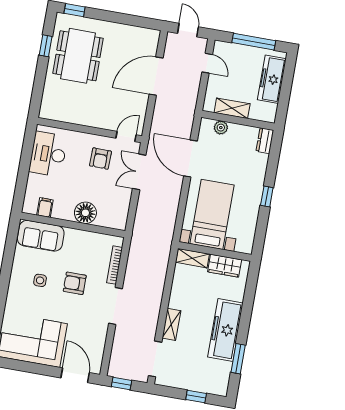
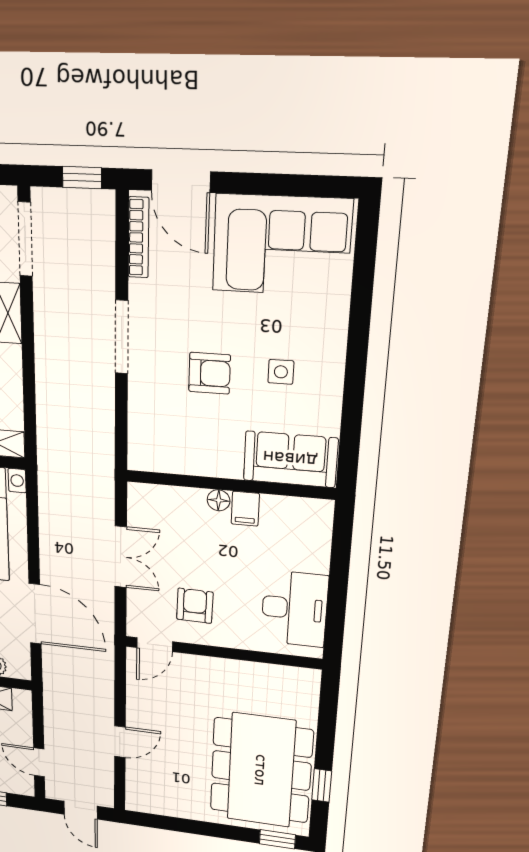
dining table: (78, 56) -> (261, 770), width x1.36, depth x1.24
door: (156, 76) -> (120, 742), width x0.53
double door: (139, 172) -> (121, 557), moved
filing cabinet: (45, 208) -> (245, 509), moved
floor lamp: (85, 213) -> (219, 500), width x0.53, depth x0.53
bookcase: (115, 265) -> (138, 238), moved

